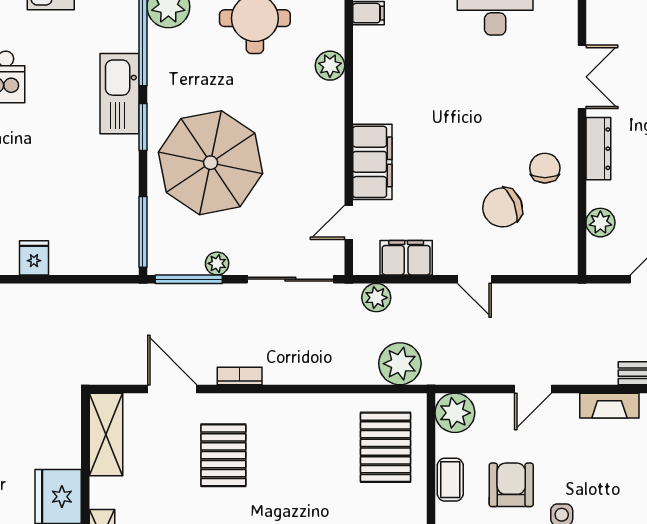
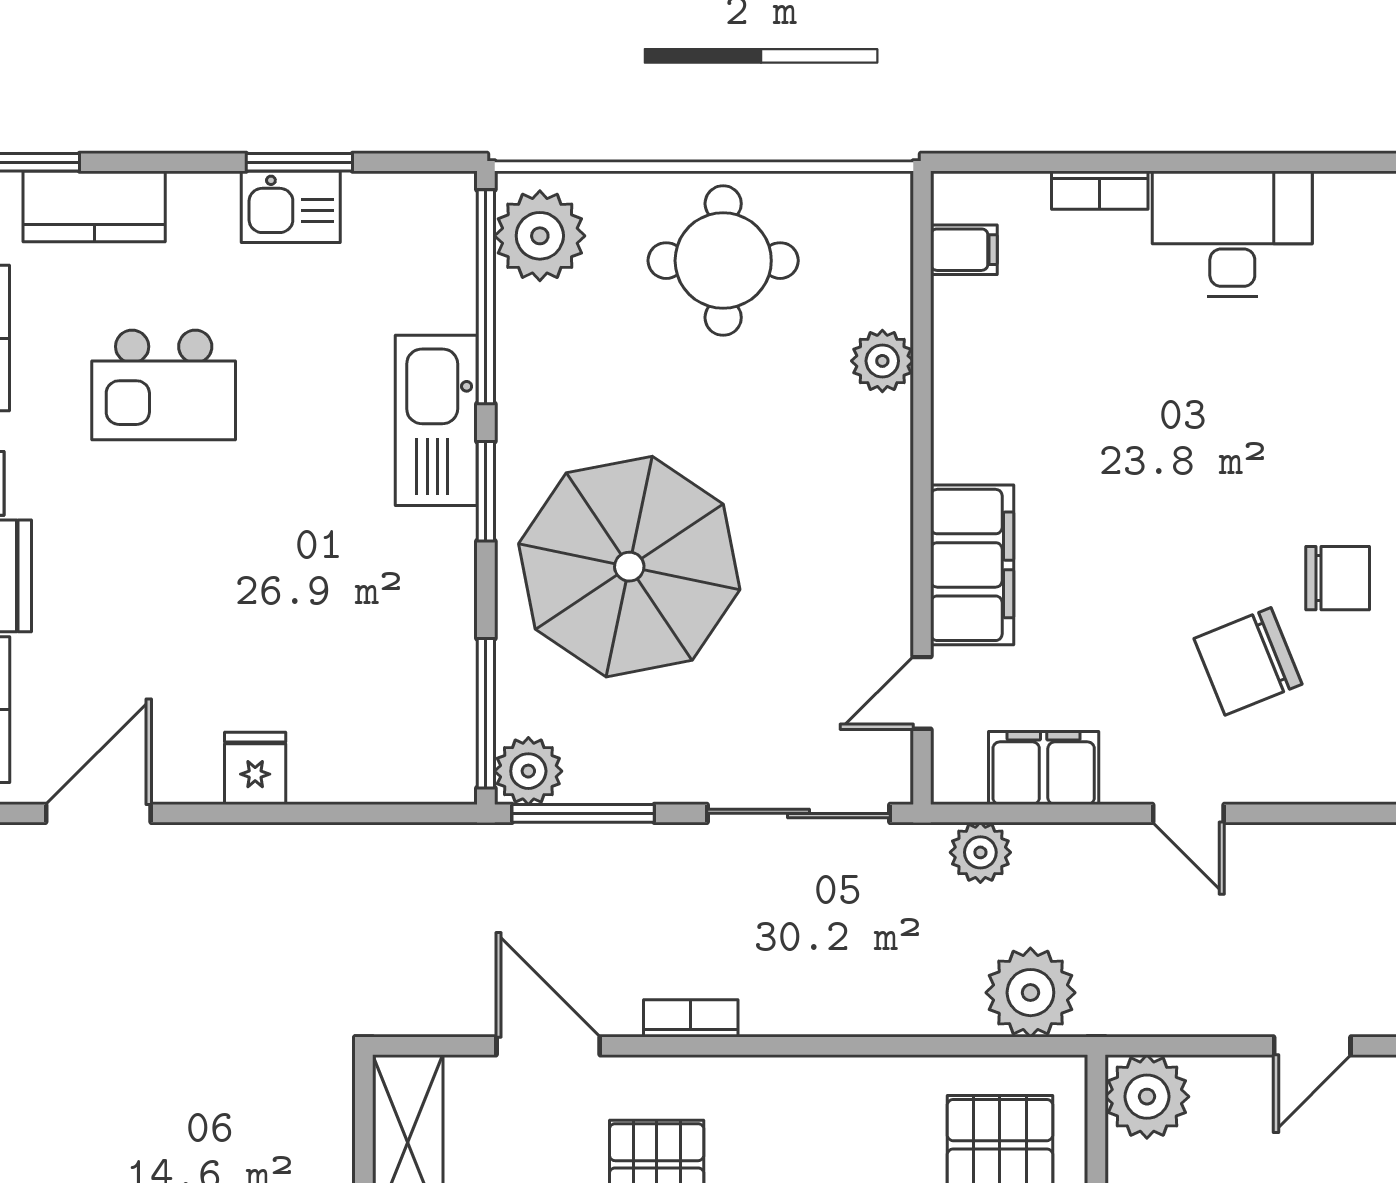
chair: (545, 168) -> (1338, 578), turned 90
plant: (217, 263) -> (528, 771), moved, width x1.38, depth x1.38

